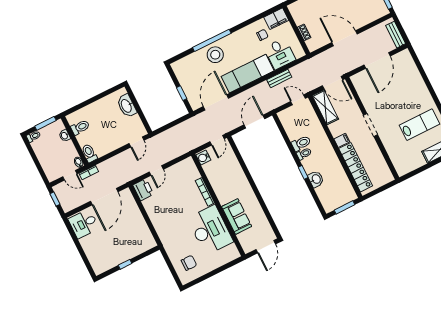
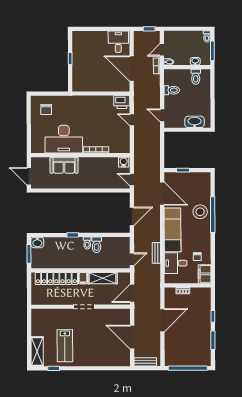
shelving: (325, 107) -> (103, 278), moved
door: (254, 122) -> (132, 216), hinge flipped
toilet: (89, 153) -> (172, 90), moved
washbasin: (316, 179) -> (37, 242), moved

